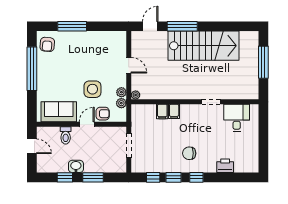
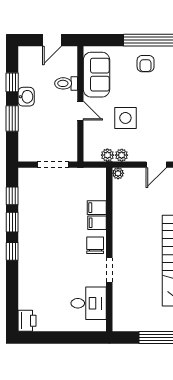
armchair: (103, 114) -> (146, 64), moved
chair: (189, 153) -> (95, 245), moved
printer: (225, 166) -> (27, 321), moved

